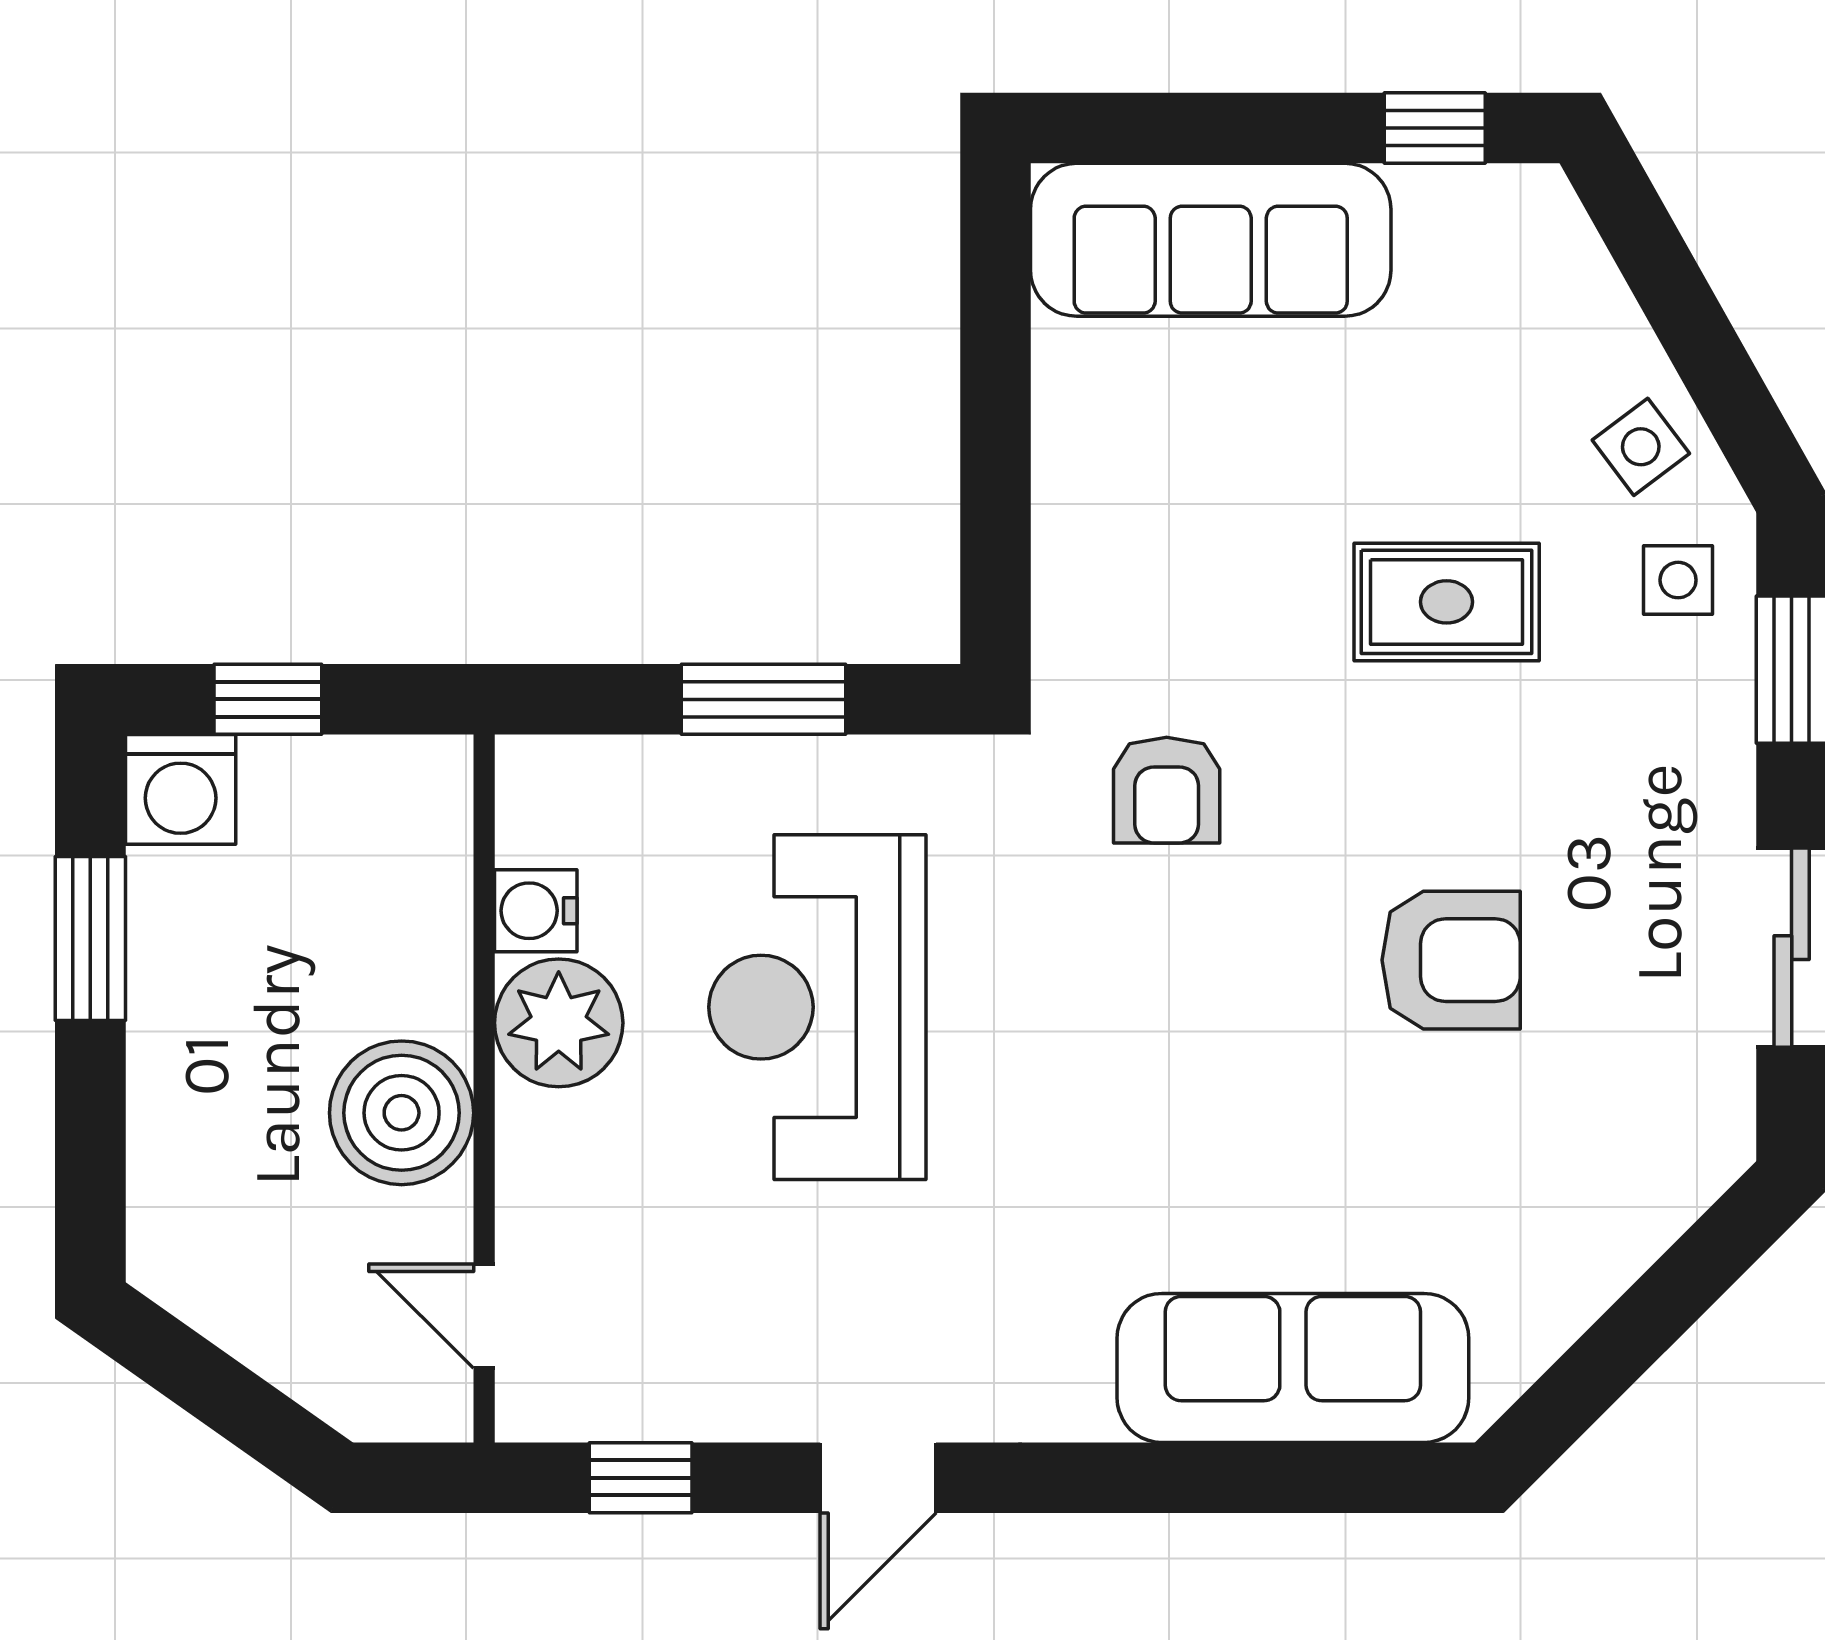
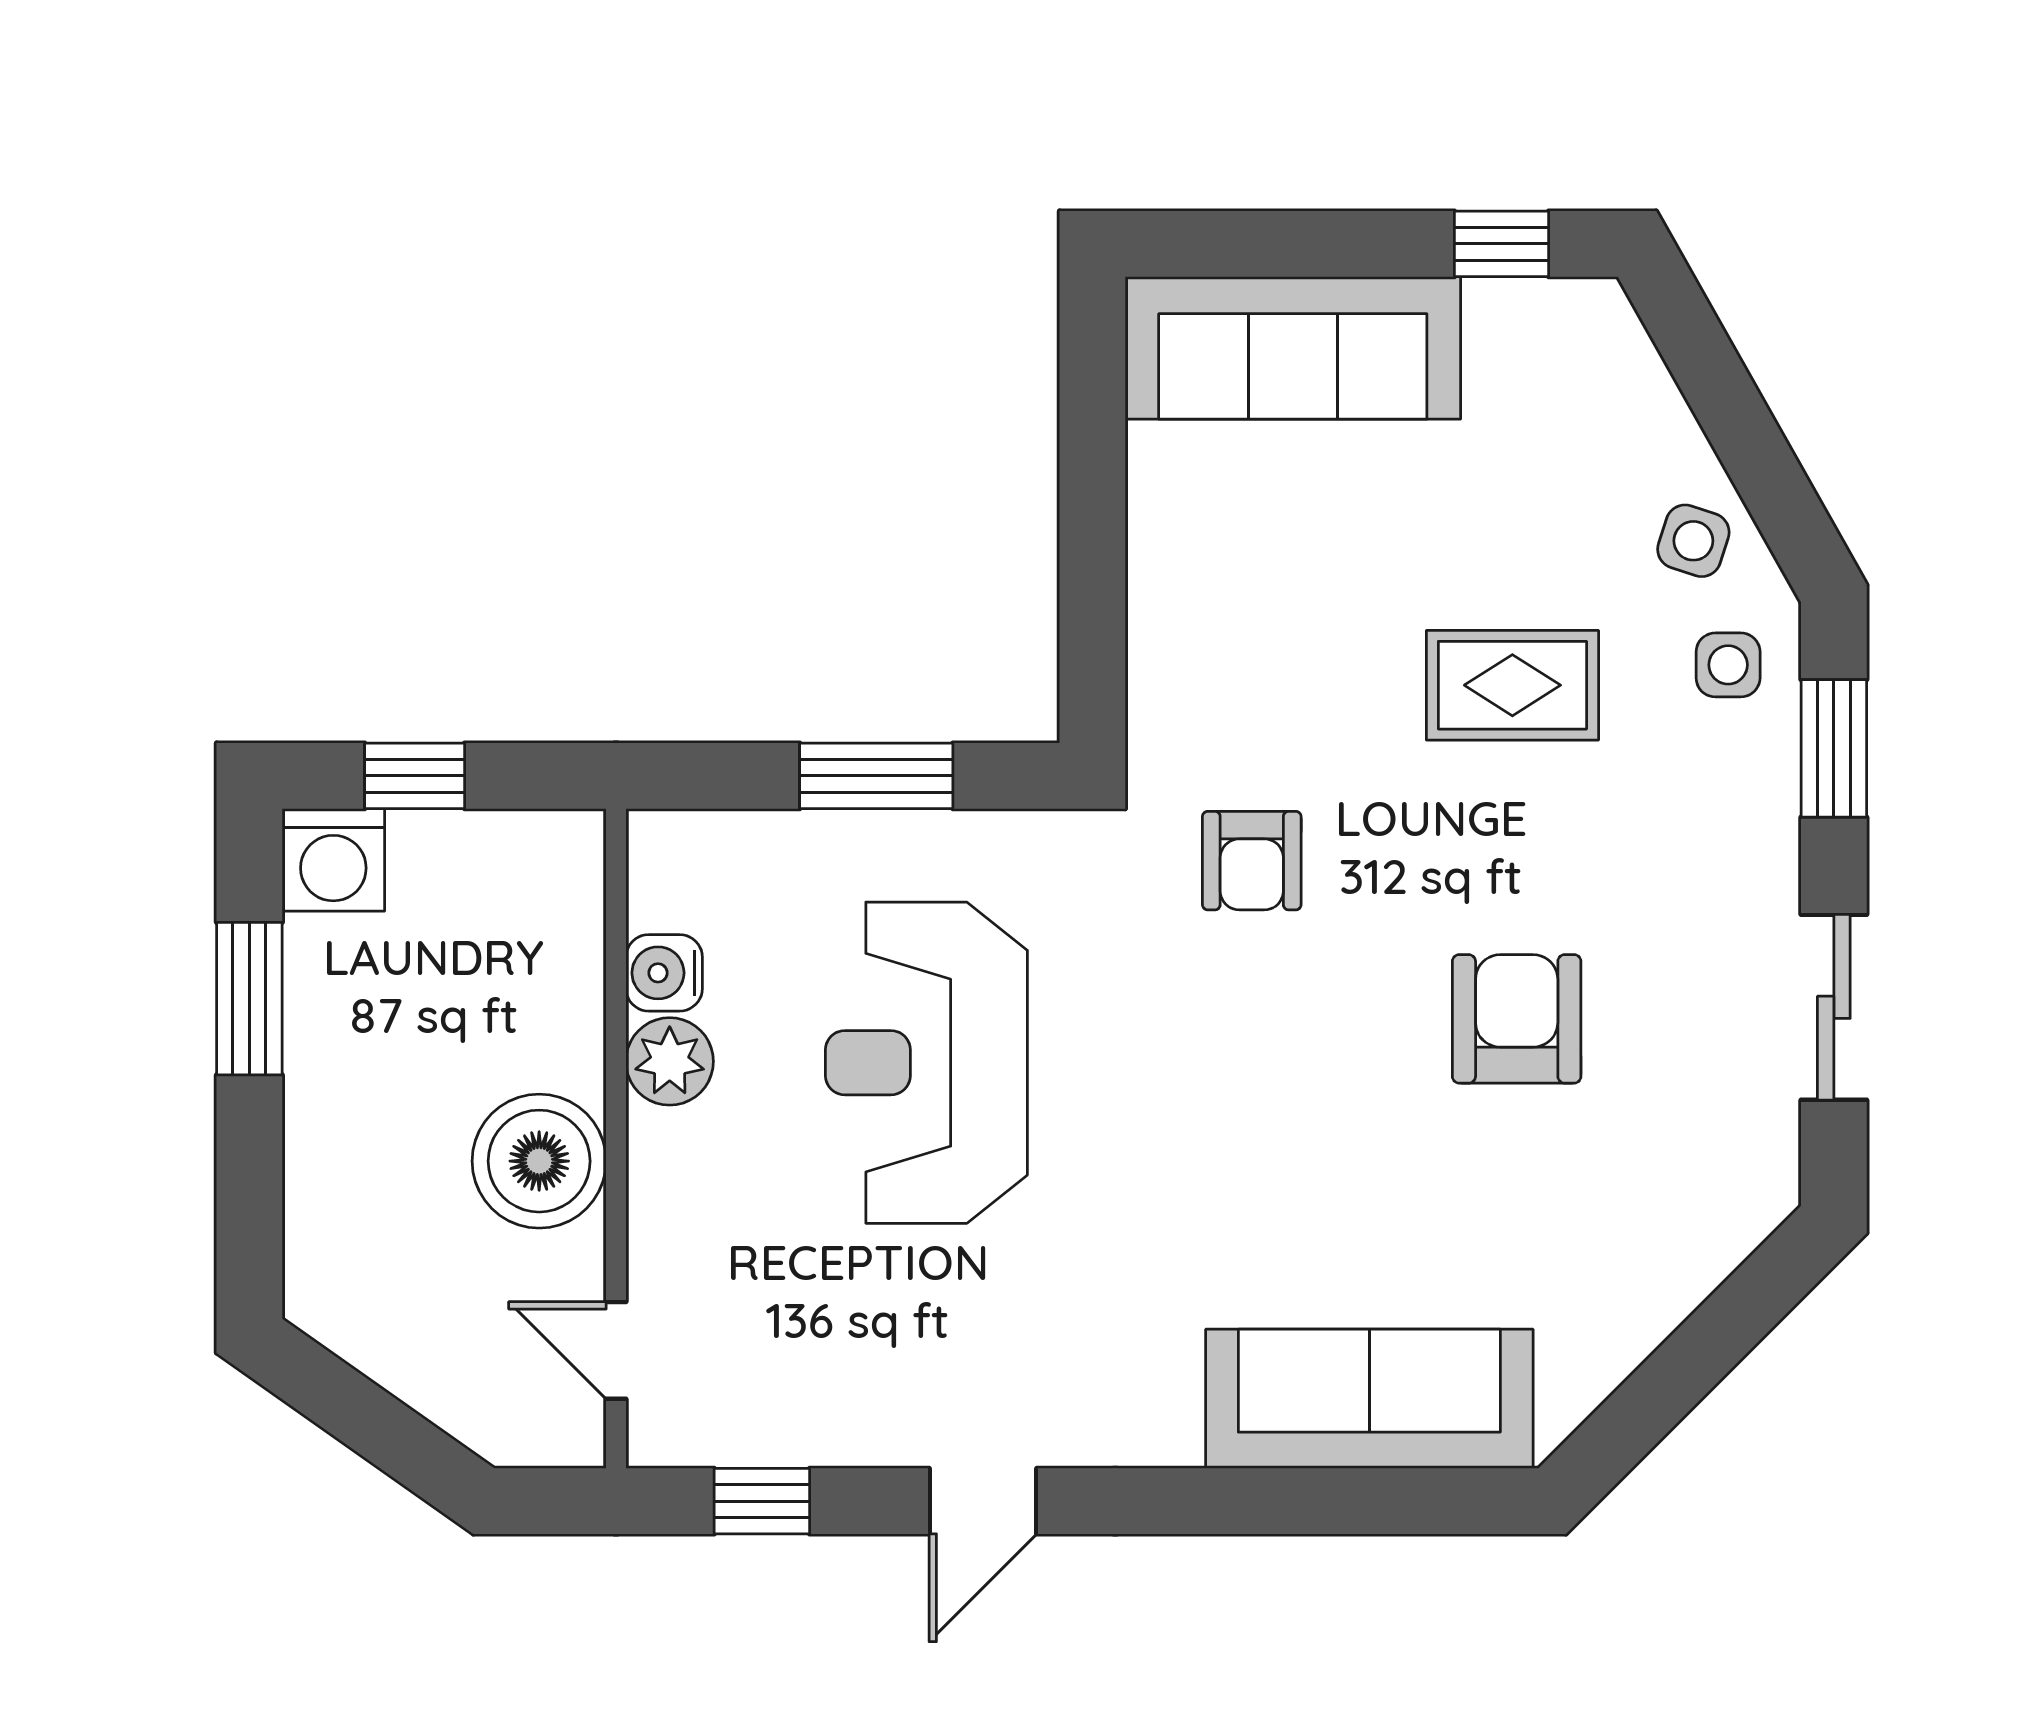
side table: (1641, 447) -> (1693, 541), turned -35
armchair: (1451, 960) -> (1517, 1019), turned -90
plant: (559, 1023) -> (670, 1061), width x0.73, depth x0.73

